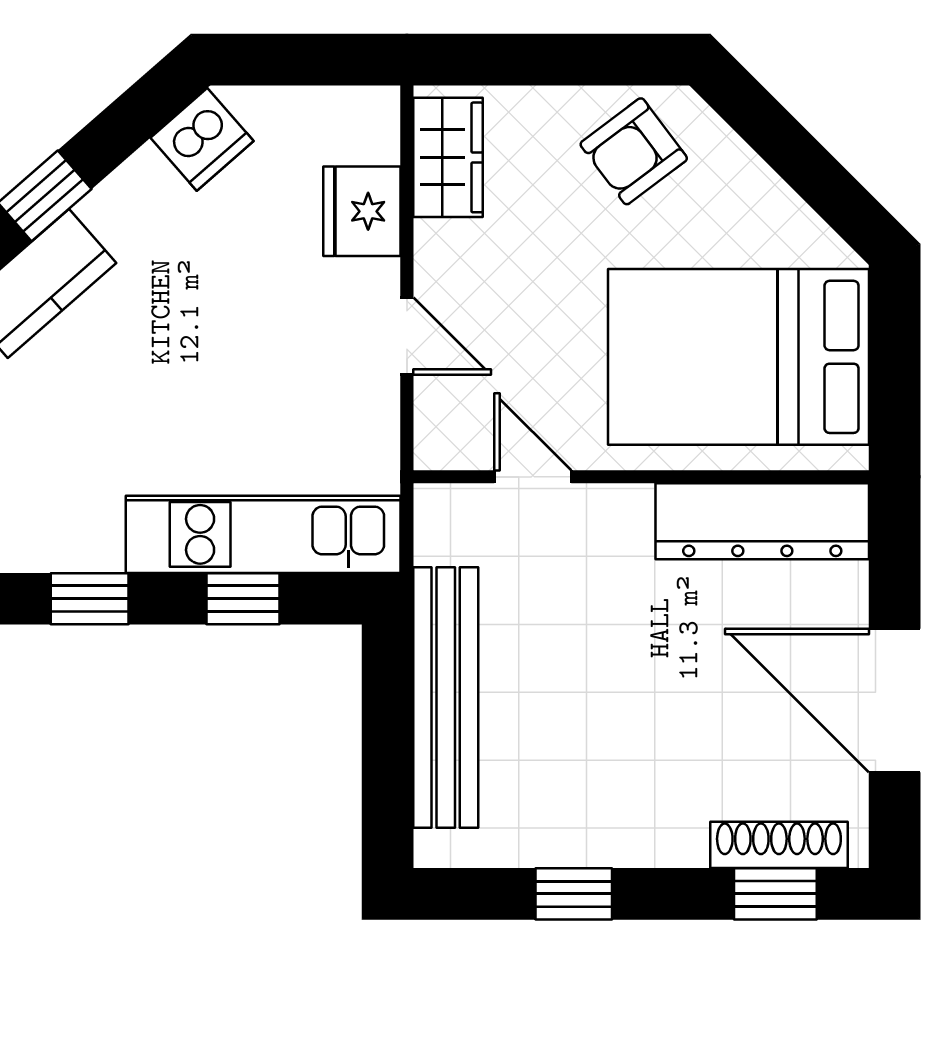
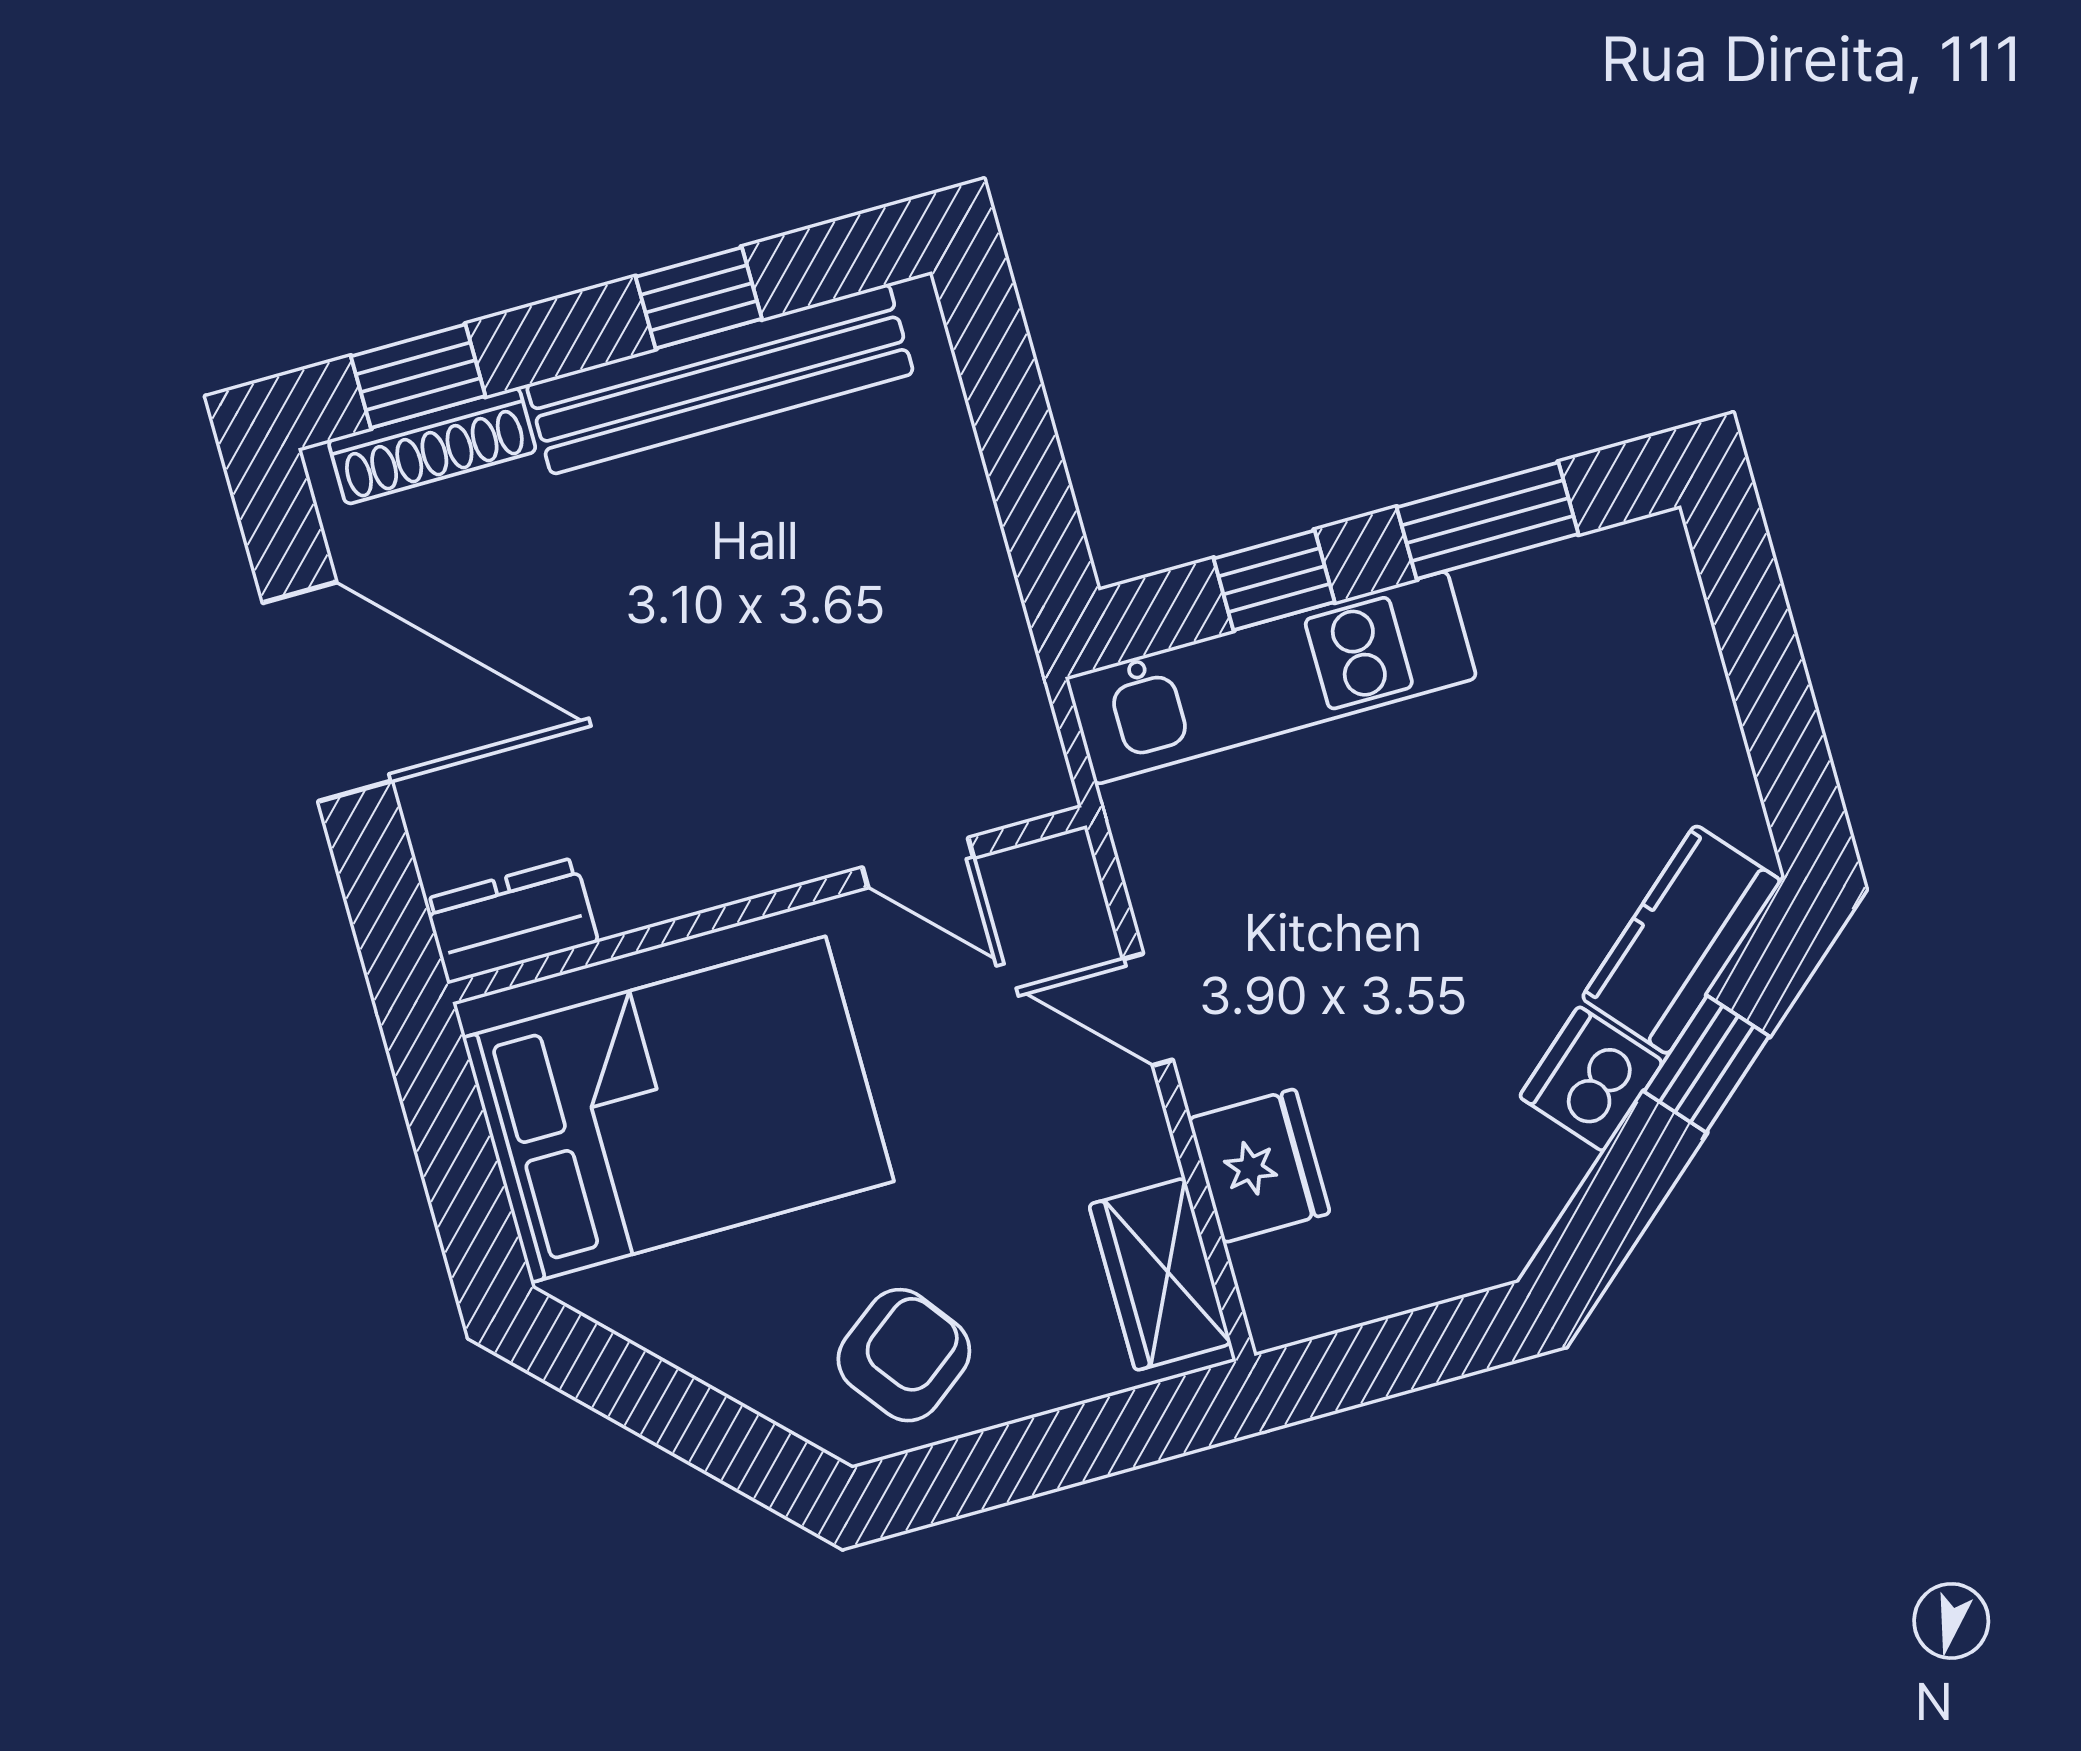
dishwasher: (202, 139) -> (1591, 1079), moved
dresser: (762, 521) -> (511, 921), width x0.51, depth x0.80
window: (90, 599) -> (1488, 521), width x1.50
bench: (446, 698) -> (720, 379), moved, turned 90

